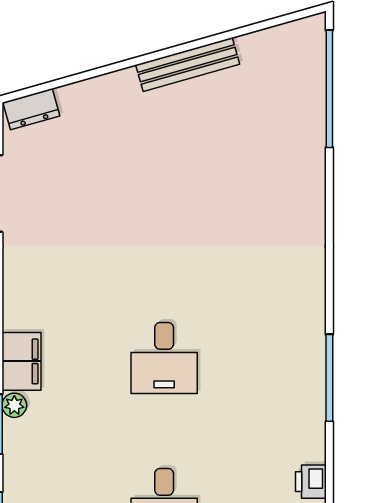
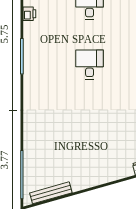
bench: (188, 65) -> (51, 193), moved

